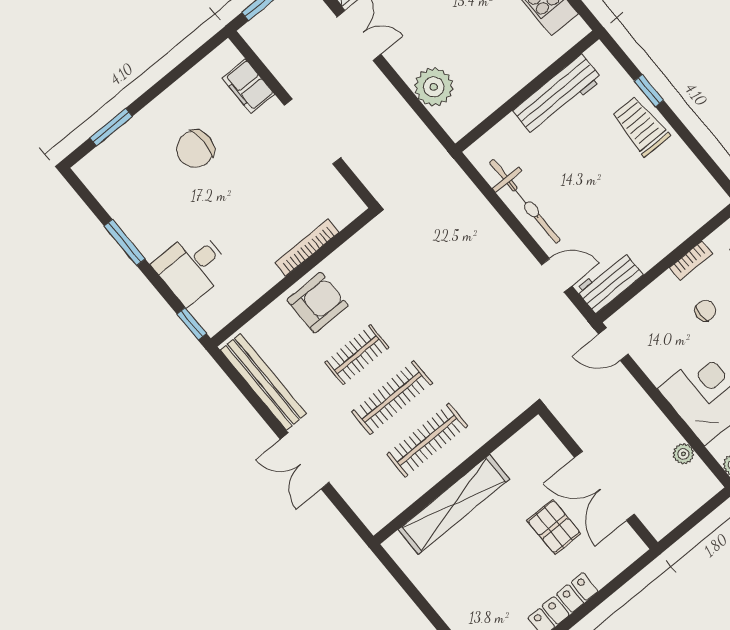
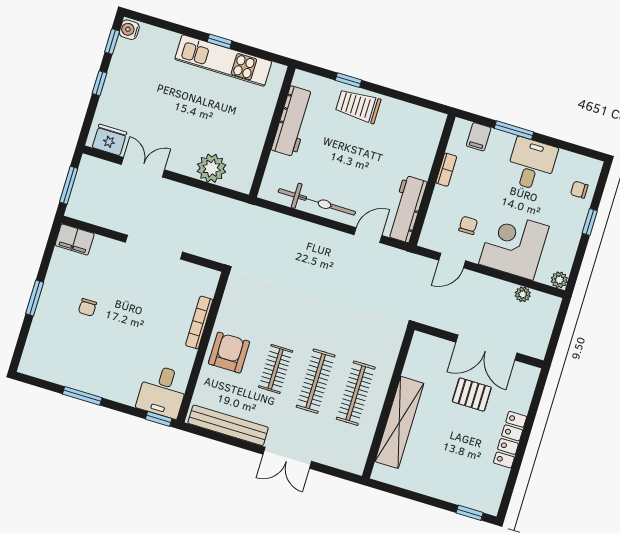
filing cabinet: (248, 86) -> (75, 240), moved
window: (111, 127) -> (35, 298), moved
chair: (195, 149) -> (87, 307), width x0.54, depth x0.54
desk: (192, 267) -> (163, 391), moved
workbench: (609, 282) -> (407, 209), width x1.38
chair: (705, 311) -> (468, 225), moved
door: (613, 344) -> (452, 261), moved

